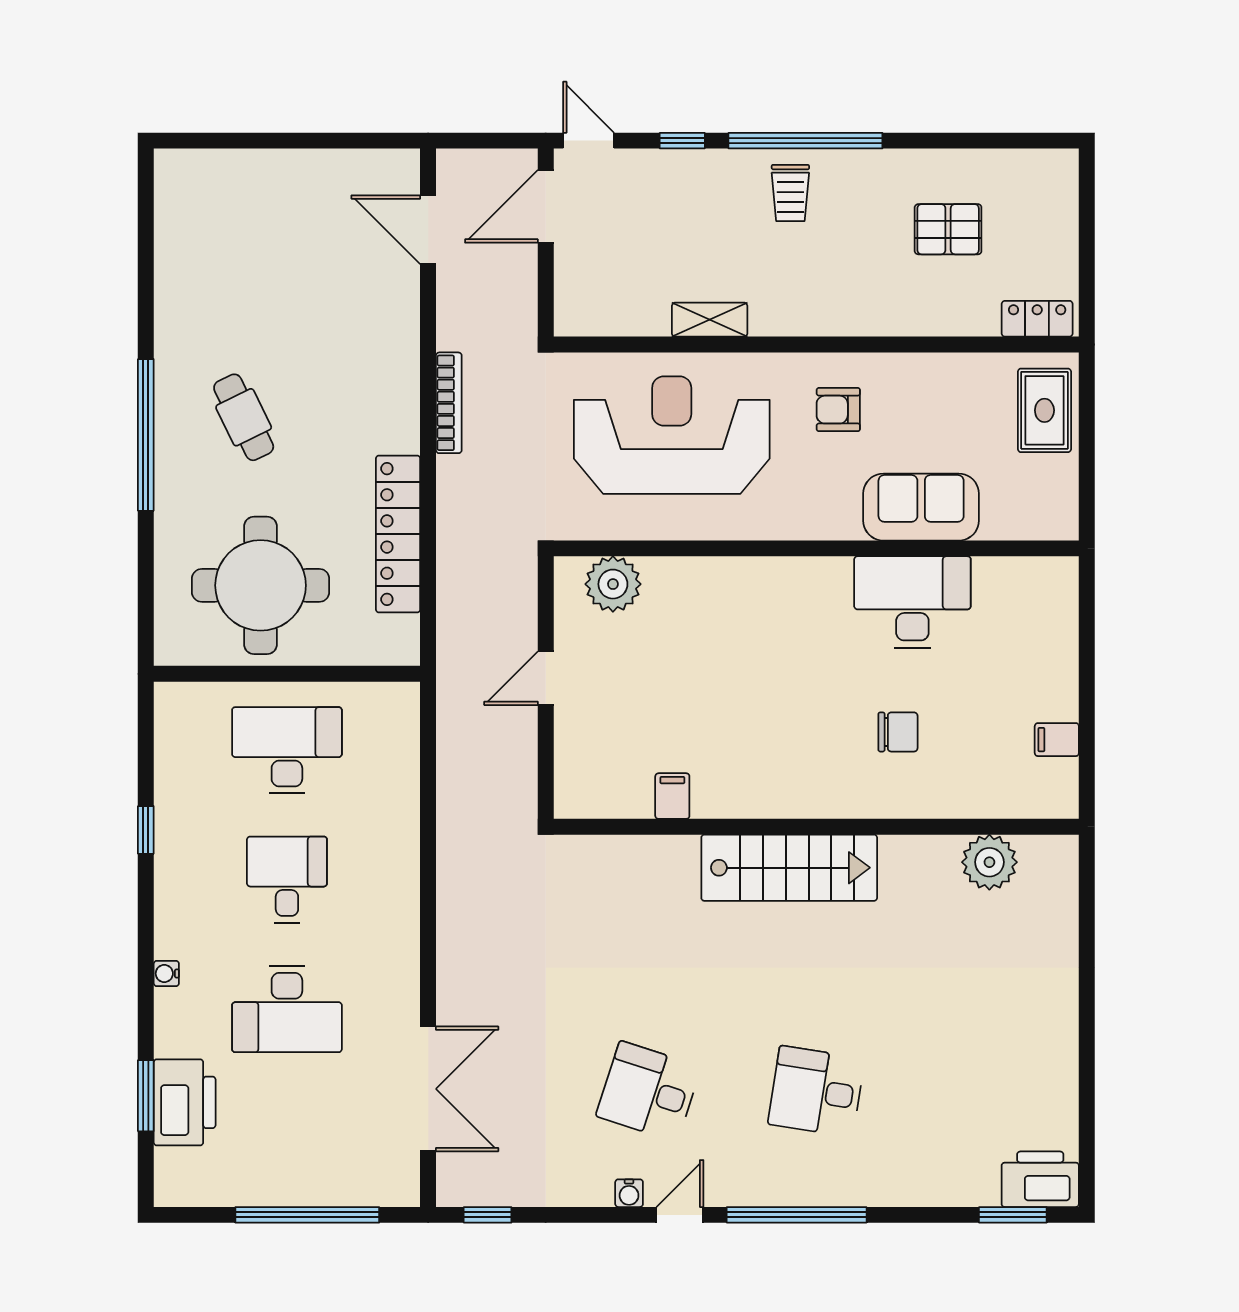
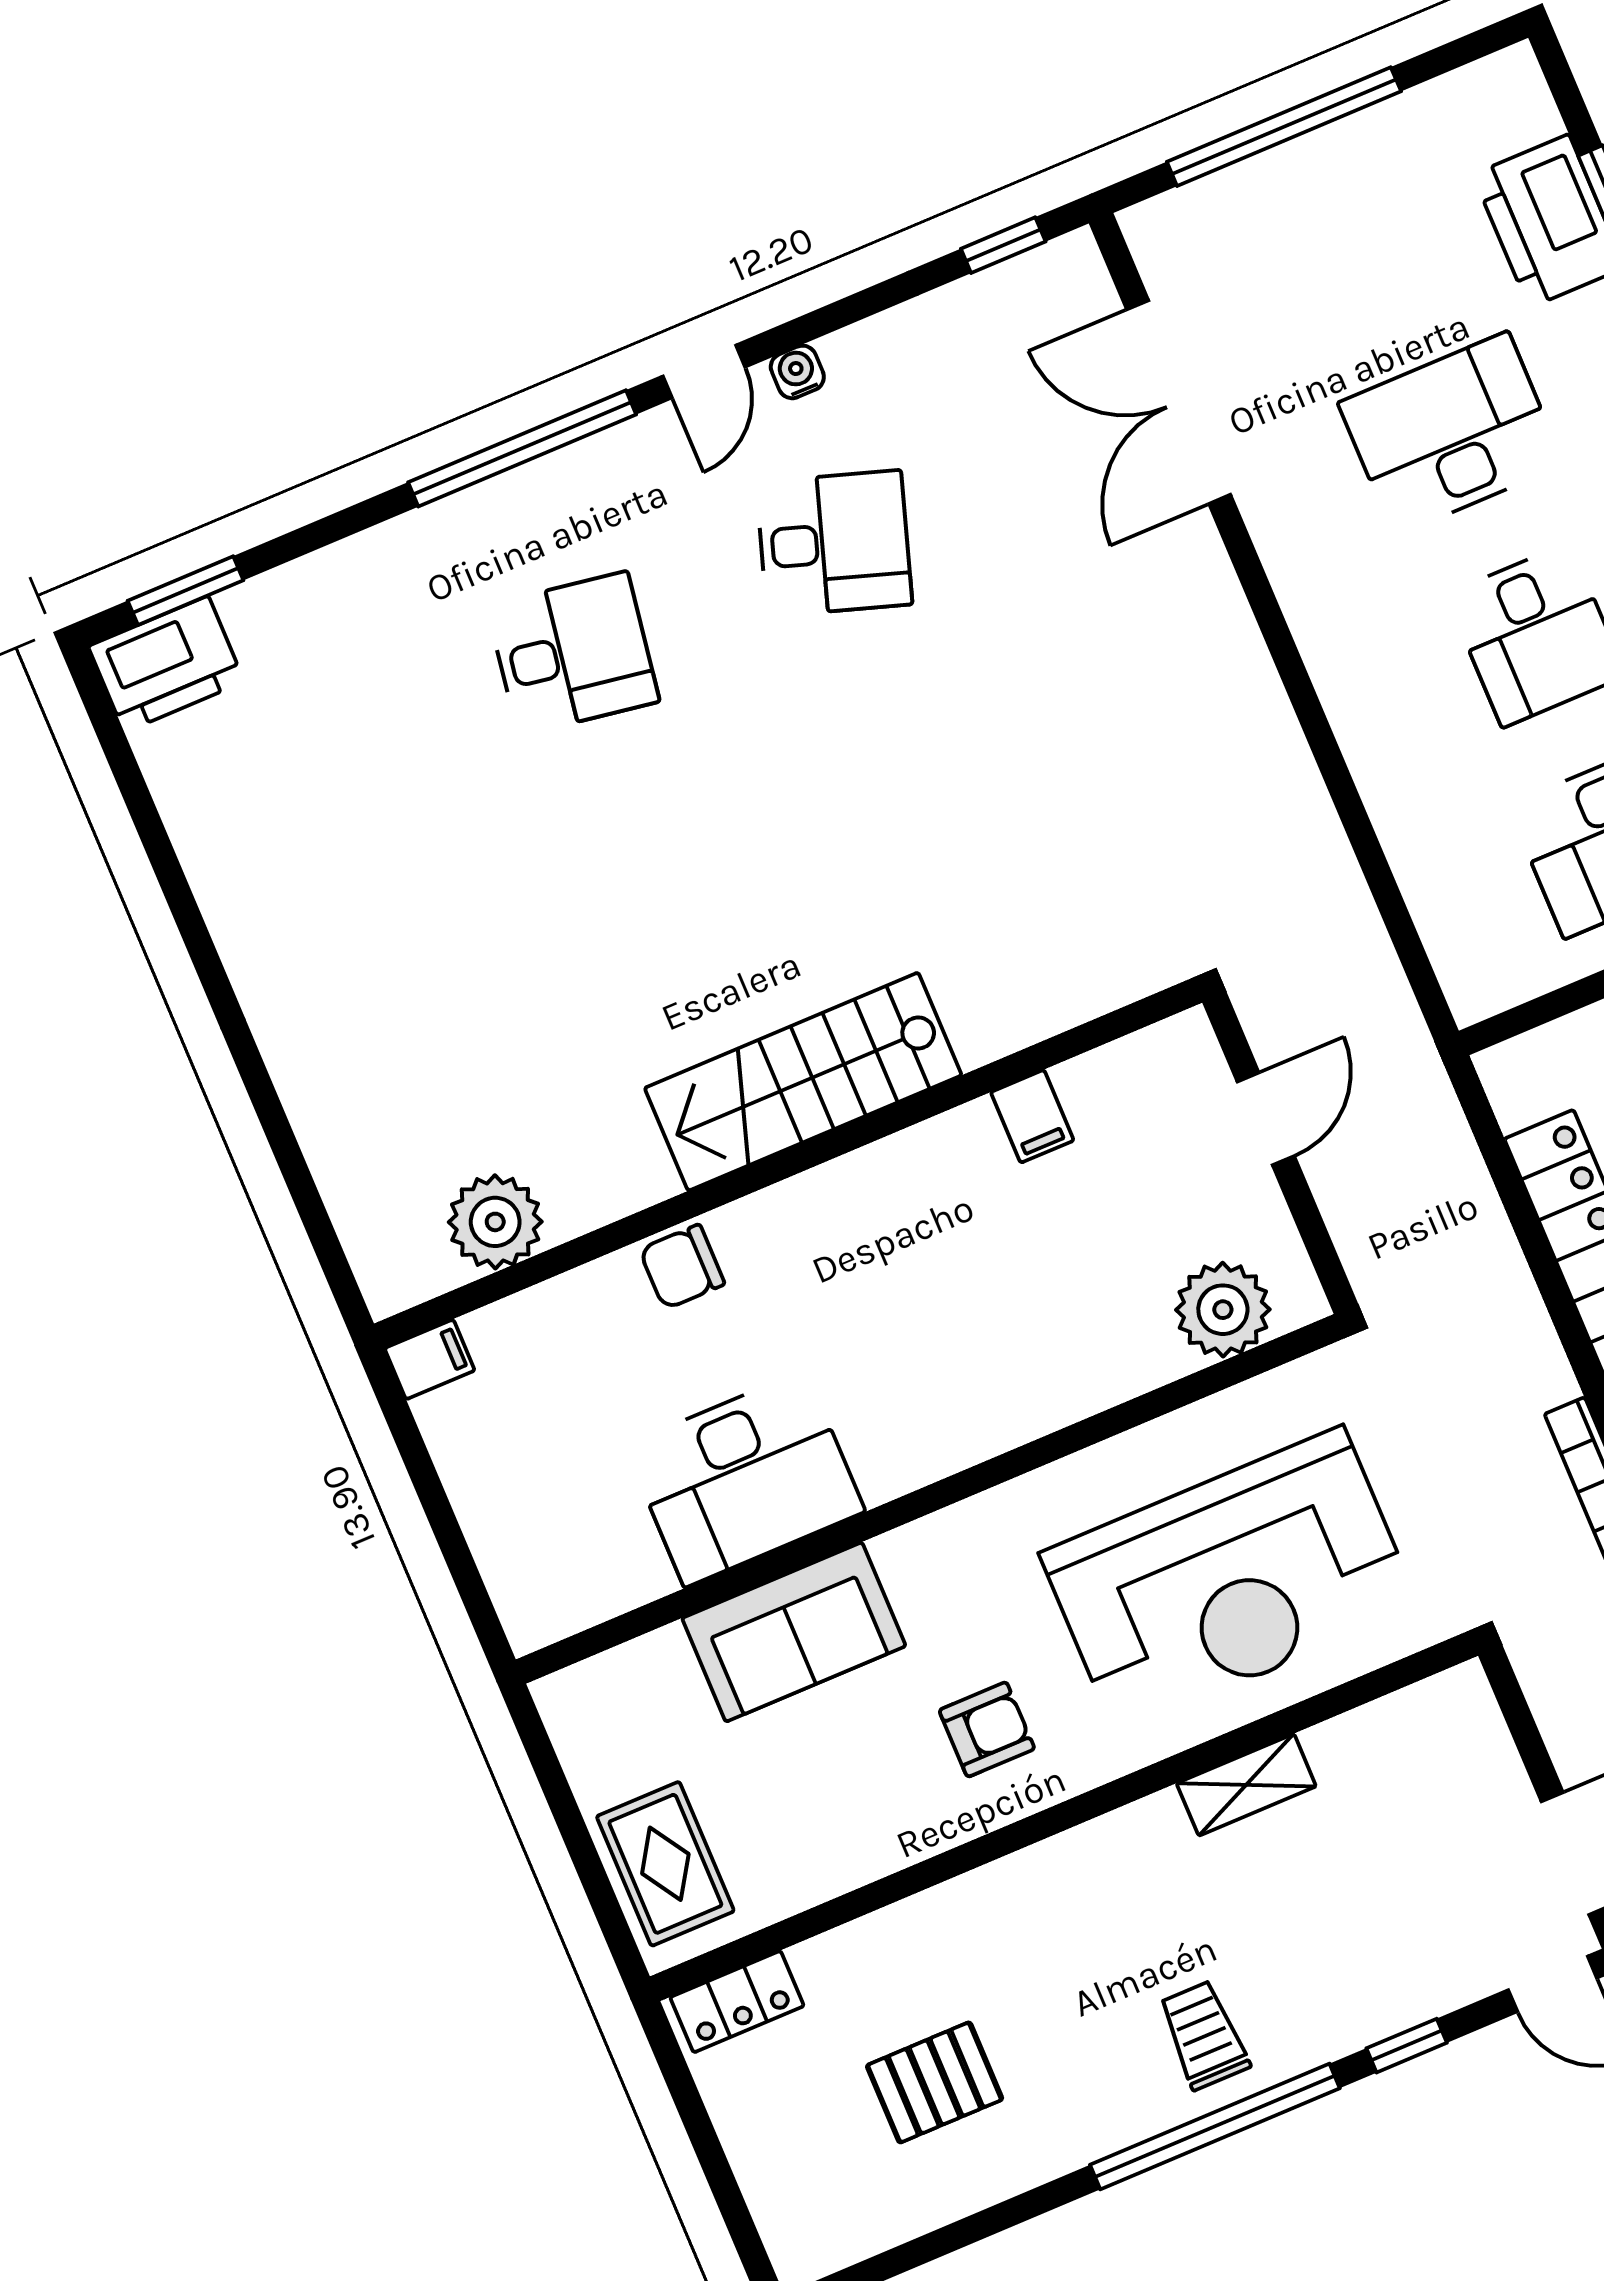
filing cabinet: (672, 796) -> (1032, 1116), moved
wall: (816, 827) -> (788, 1163), moved
plant: (989, 862) -> (495, 1222), moved
stairs: (789, 868) -> (803, 1082), moved

